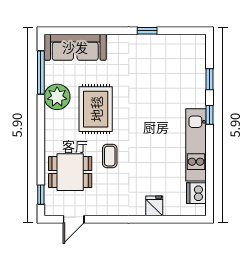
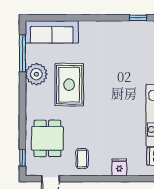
window: (147, 31) -> (138, 18), moved
coffee table: (110, 156) -> (82, 159), moved
dining table: (70, 172) -> (47, 138), turned 90

